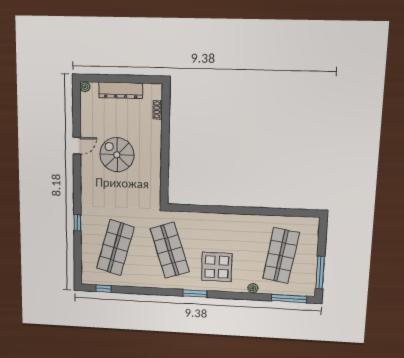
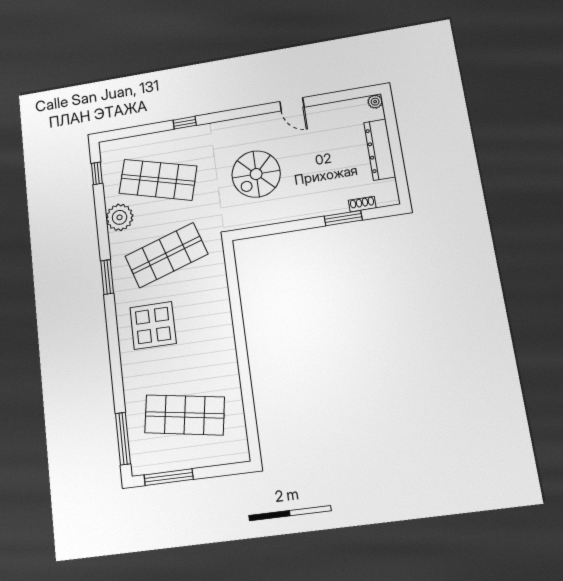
window: (165, 125) -> (343, 218), added
spiral stairs: (117, 155) -> (256, 174), moved, turned 180
plant: (253, 288) -> (120, 217), moved, width x1.87, depth x1.87
window: (195, 293) -> (107, 277), moved

